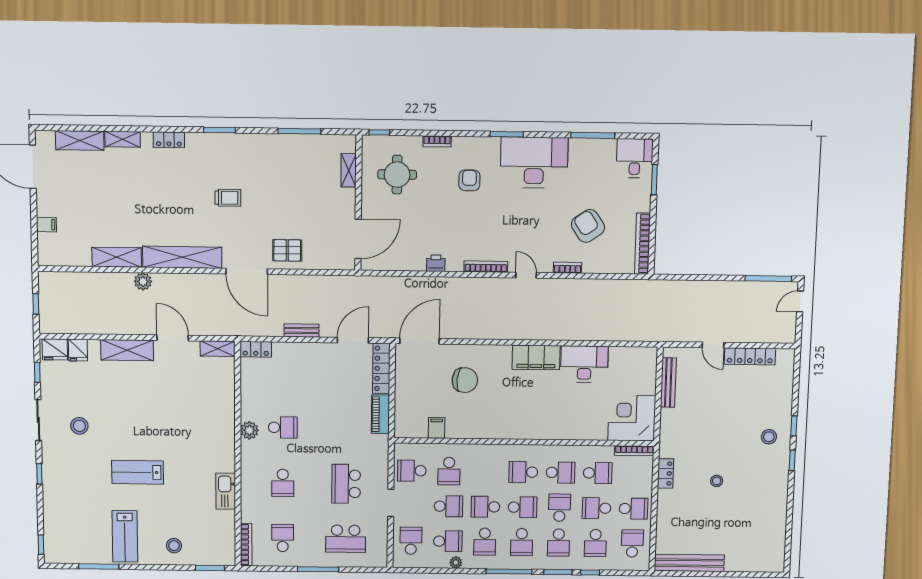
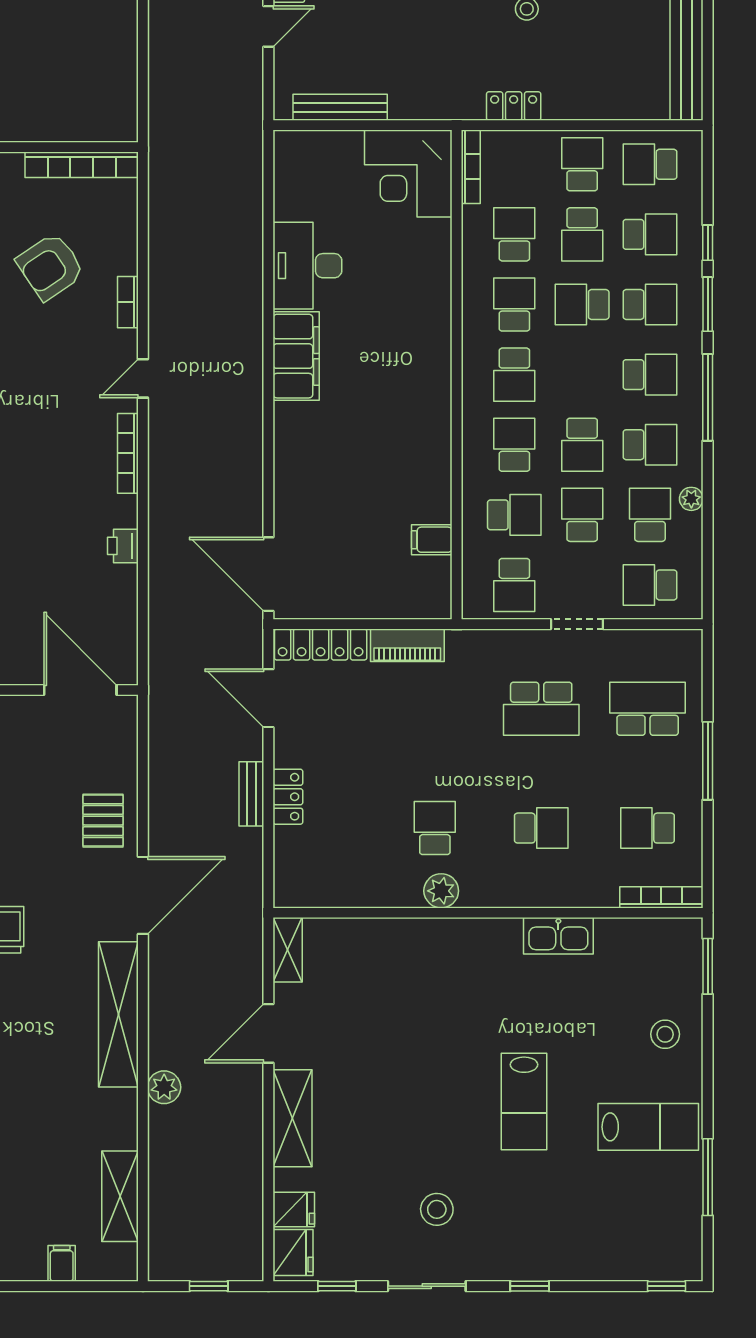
shelving: (117, 257) -> (120, 1196), moved
locker: (256, 349) -> (288, 797), moved
chair: (465, 380) -> (341, 488), removed
school desk: (522, 507) -> (514, 445), moved
school desk: (346, 539) -> (648, 709), turned -90

